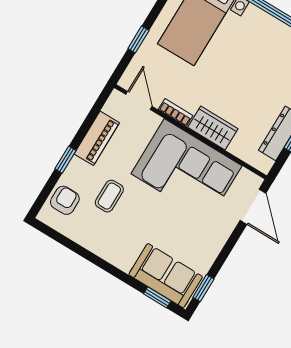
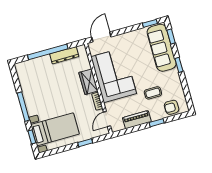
window: (110, 268) -> (179, 65), added
sofa: (166, 276) -> (162, 48), width x1.36

